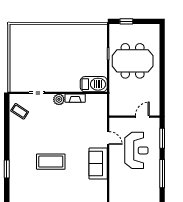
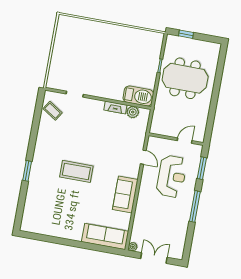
plant: (59, 99) -> (133, 112), moved
sofa: (98, 163) -> (125, 195), moved

